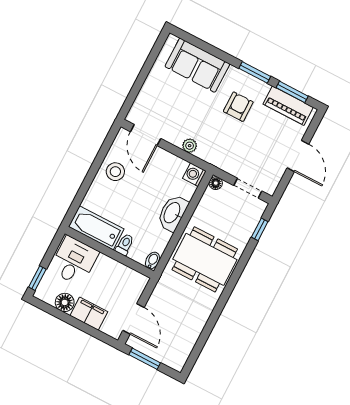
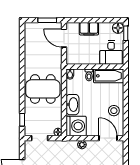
washing machine: (194, 175) -> (76, 126), width x1.89, depth x1.89
floor lamp: (65, 302) -> (118, 28), moved

